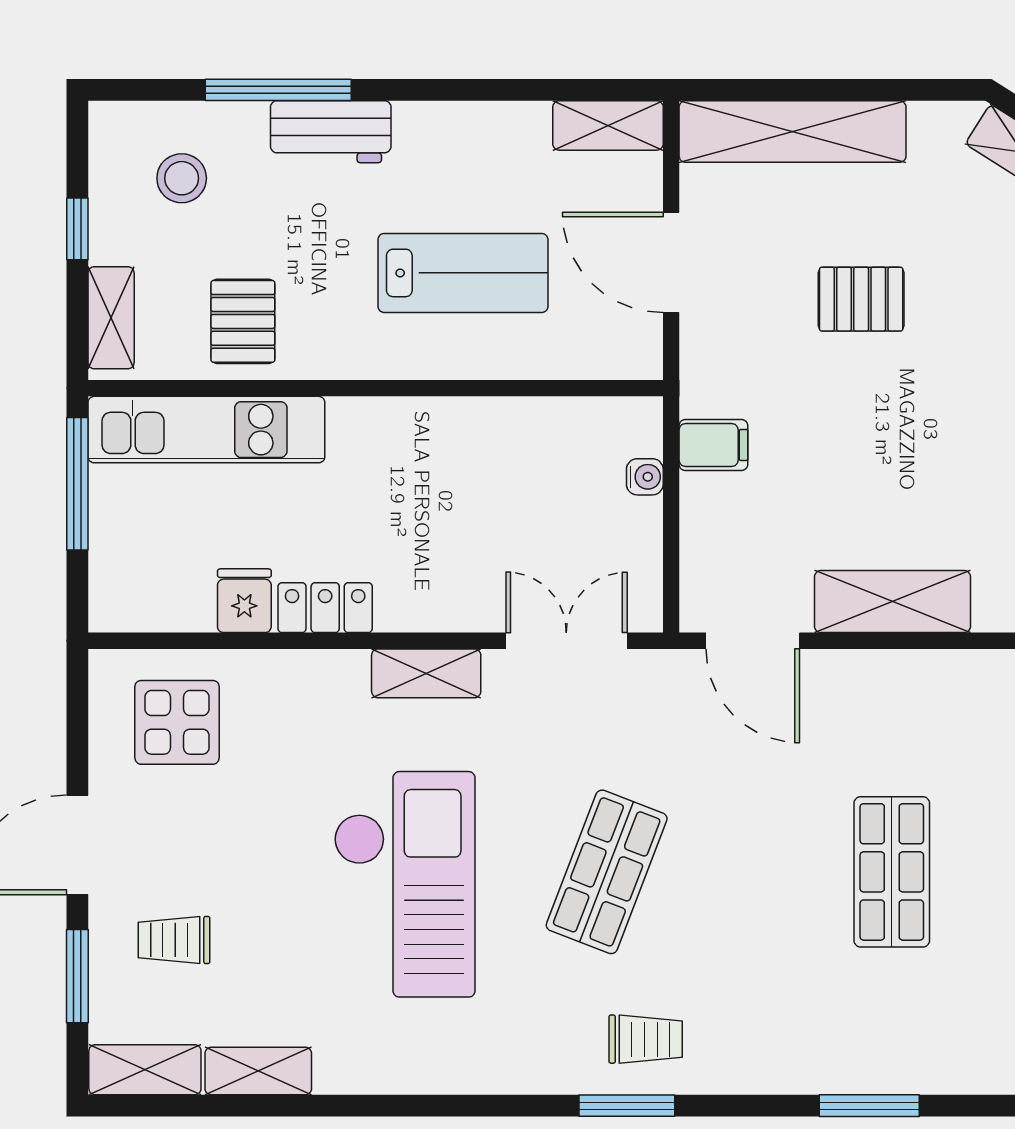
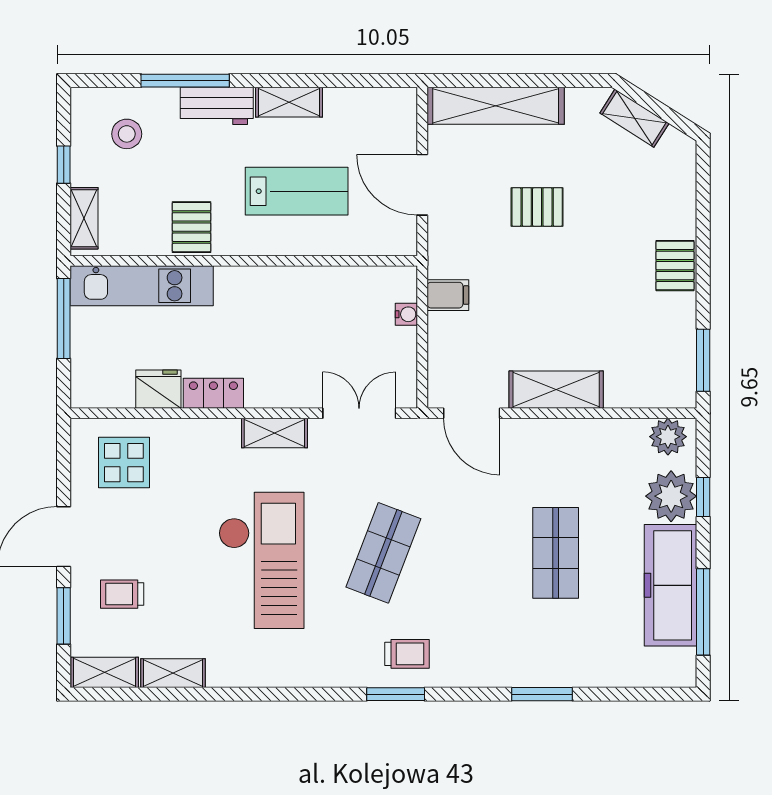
shelving: (608, 125) -> (289, 102), moved
pallet: (243, 321) -> (192, 227), moved
fridge: (244, 601) -> (158, 389), width x1.38

